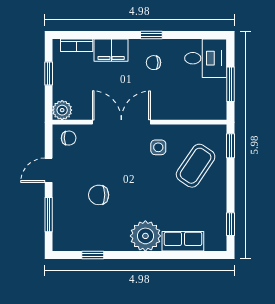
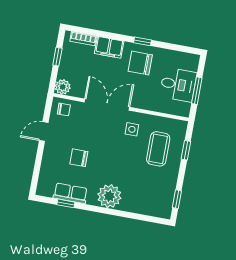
desk: (206, 58) -> (178, 85), moved
chair: (153, 63) -> (140, 63), width x1.87, depth x1.87
window: (231, 146) -> (186, 150), moved
coffee table: (196, 166) -> (158, 149), turned -34
window: (49, 215) -> (37, 166), removed
row of seats: (183, 241) -> (70, 193), moved

